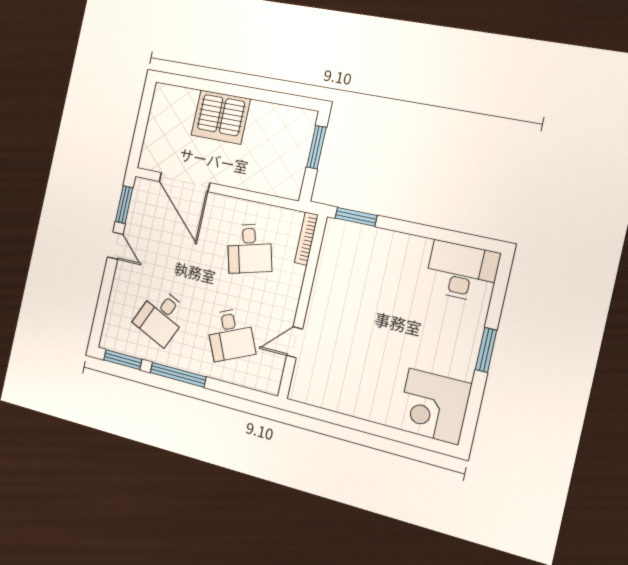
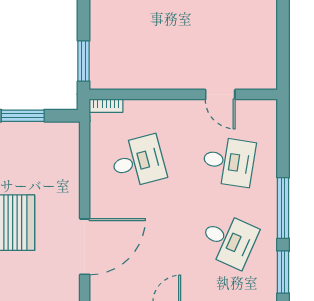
bookcase: (306, 239) -> (106, 106), width x0.64
desk: (231, 335) -> (229, 162), turned 33

